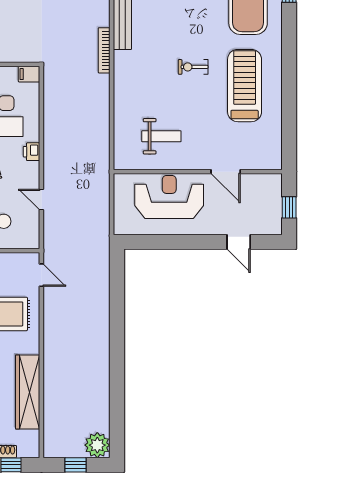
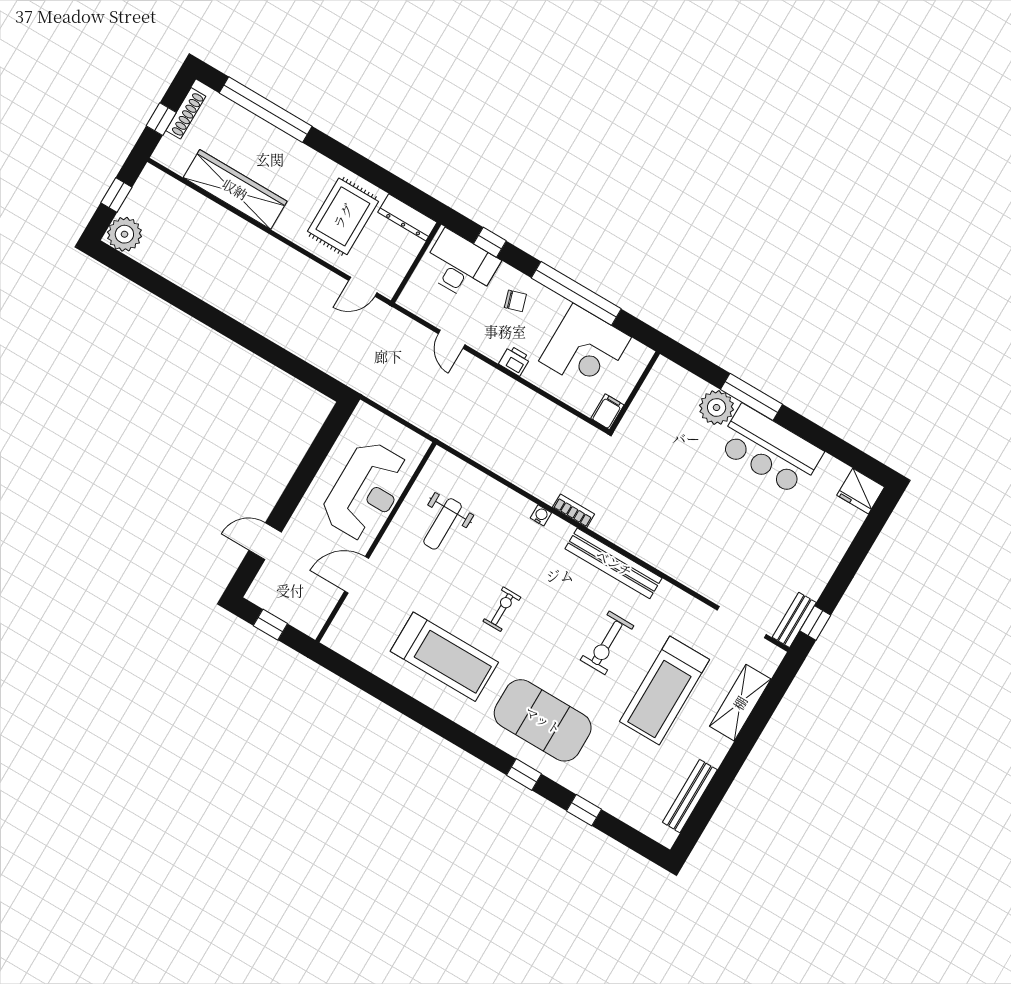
bookcase: (104, 50) -> (574, 511), width x0.64
water cooler: (119, 77) -> (541, 515), added
door: (41, 199) -> (452, 339), swing flipped

